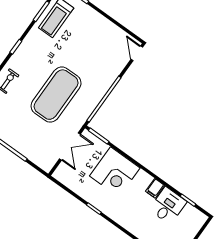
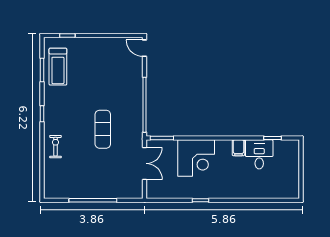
exercise mat: (56, 95) -> (103, 129), width x0.50, depth x0.69

